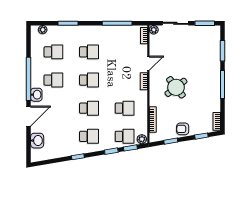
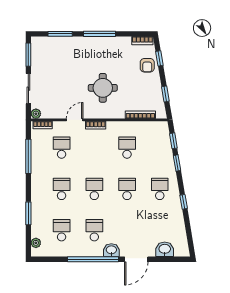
door: (148, 63) -> (75, 120), hinge flipped
round table: (176, 87) -> (103, 88), turned 38
door: (29, 116) -> (136, 259), swing flipped
armchair: (183, 129) -> (147, 65), moved
school desk: (125, 136) -> (62, 148), moved
plant: (142, 139) -> (163, 128), removed

